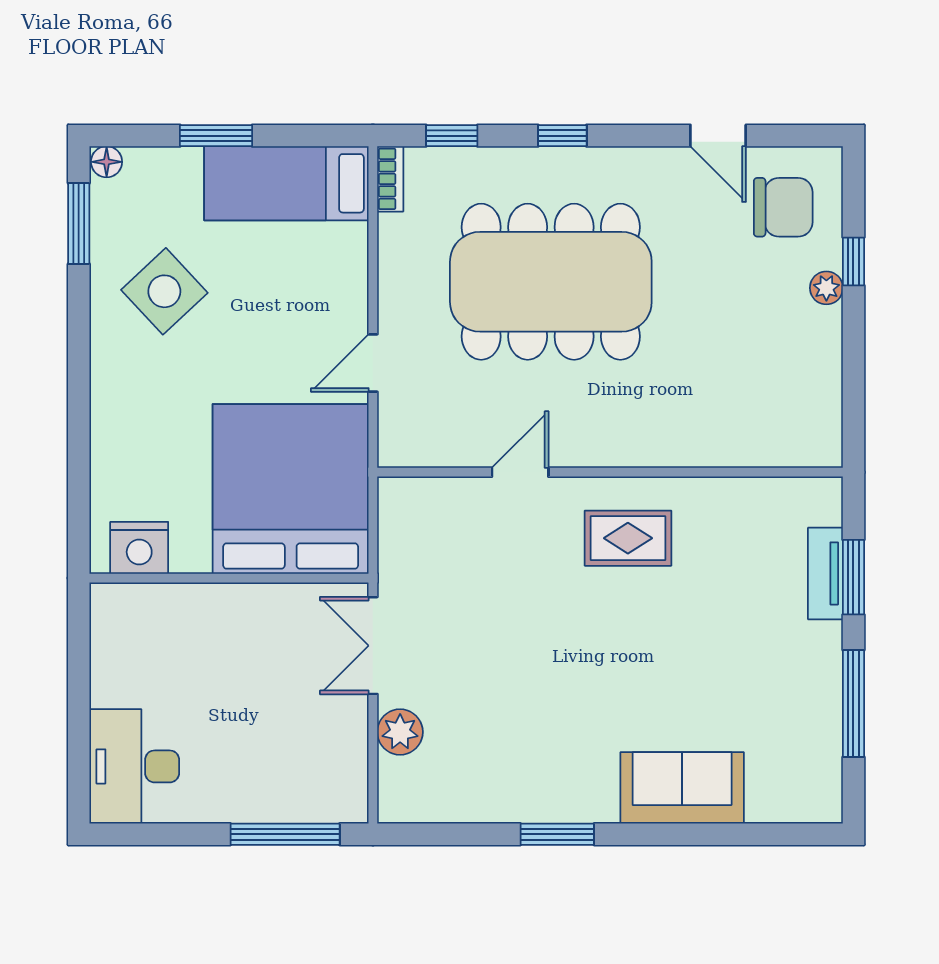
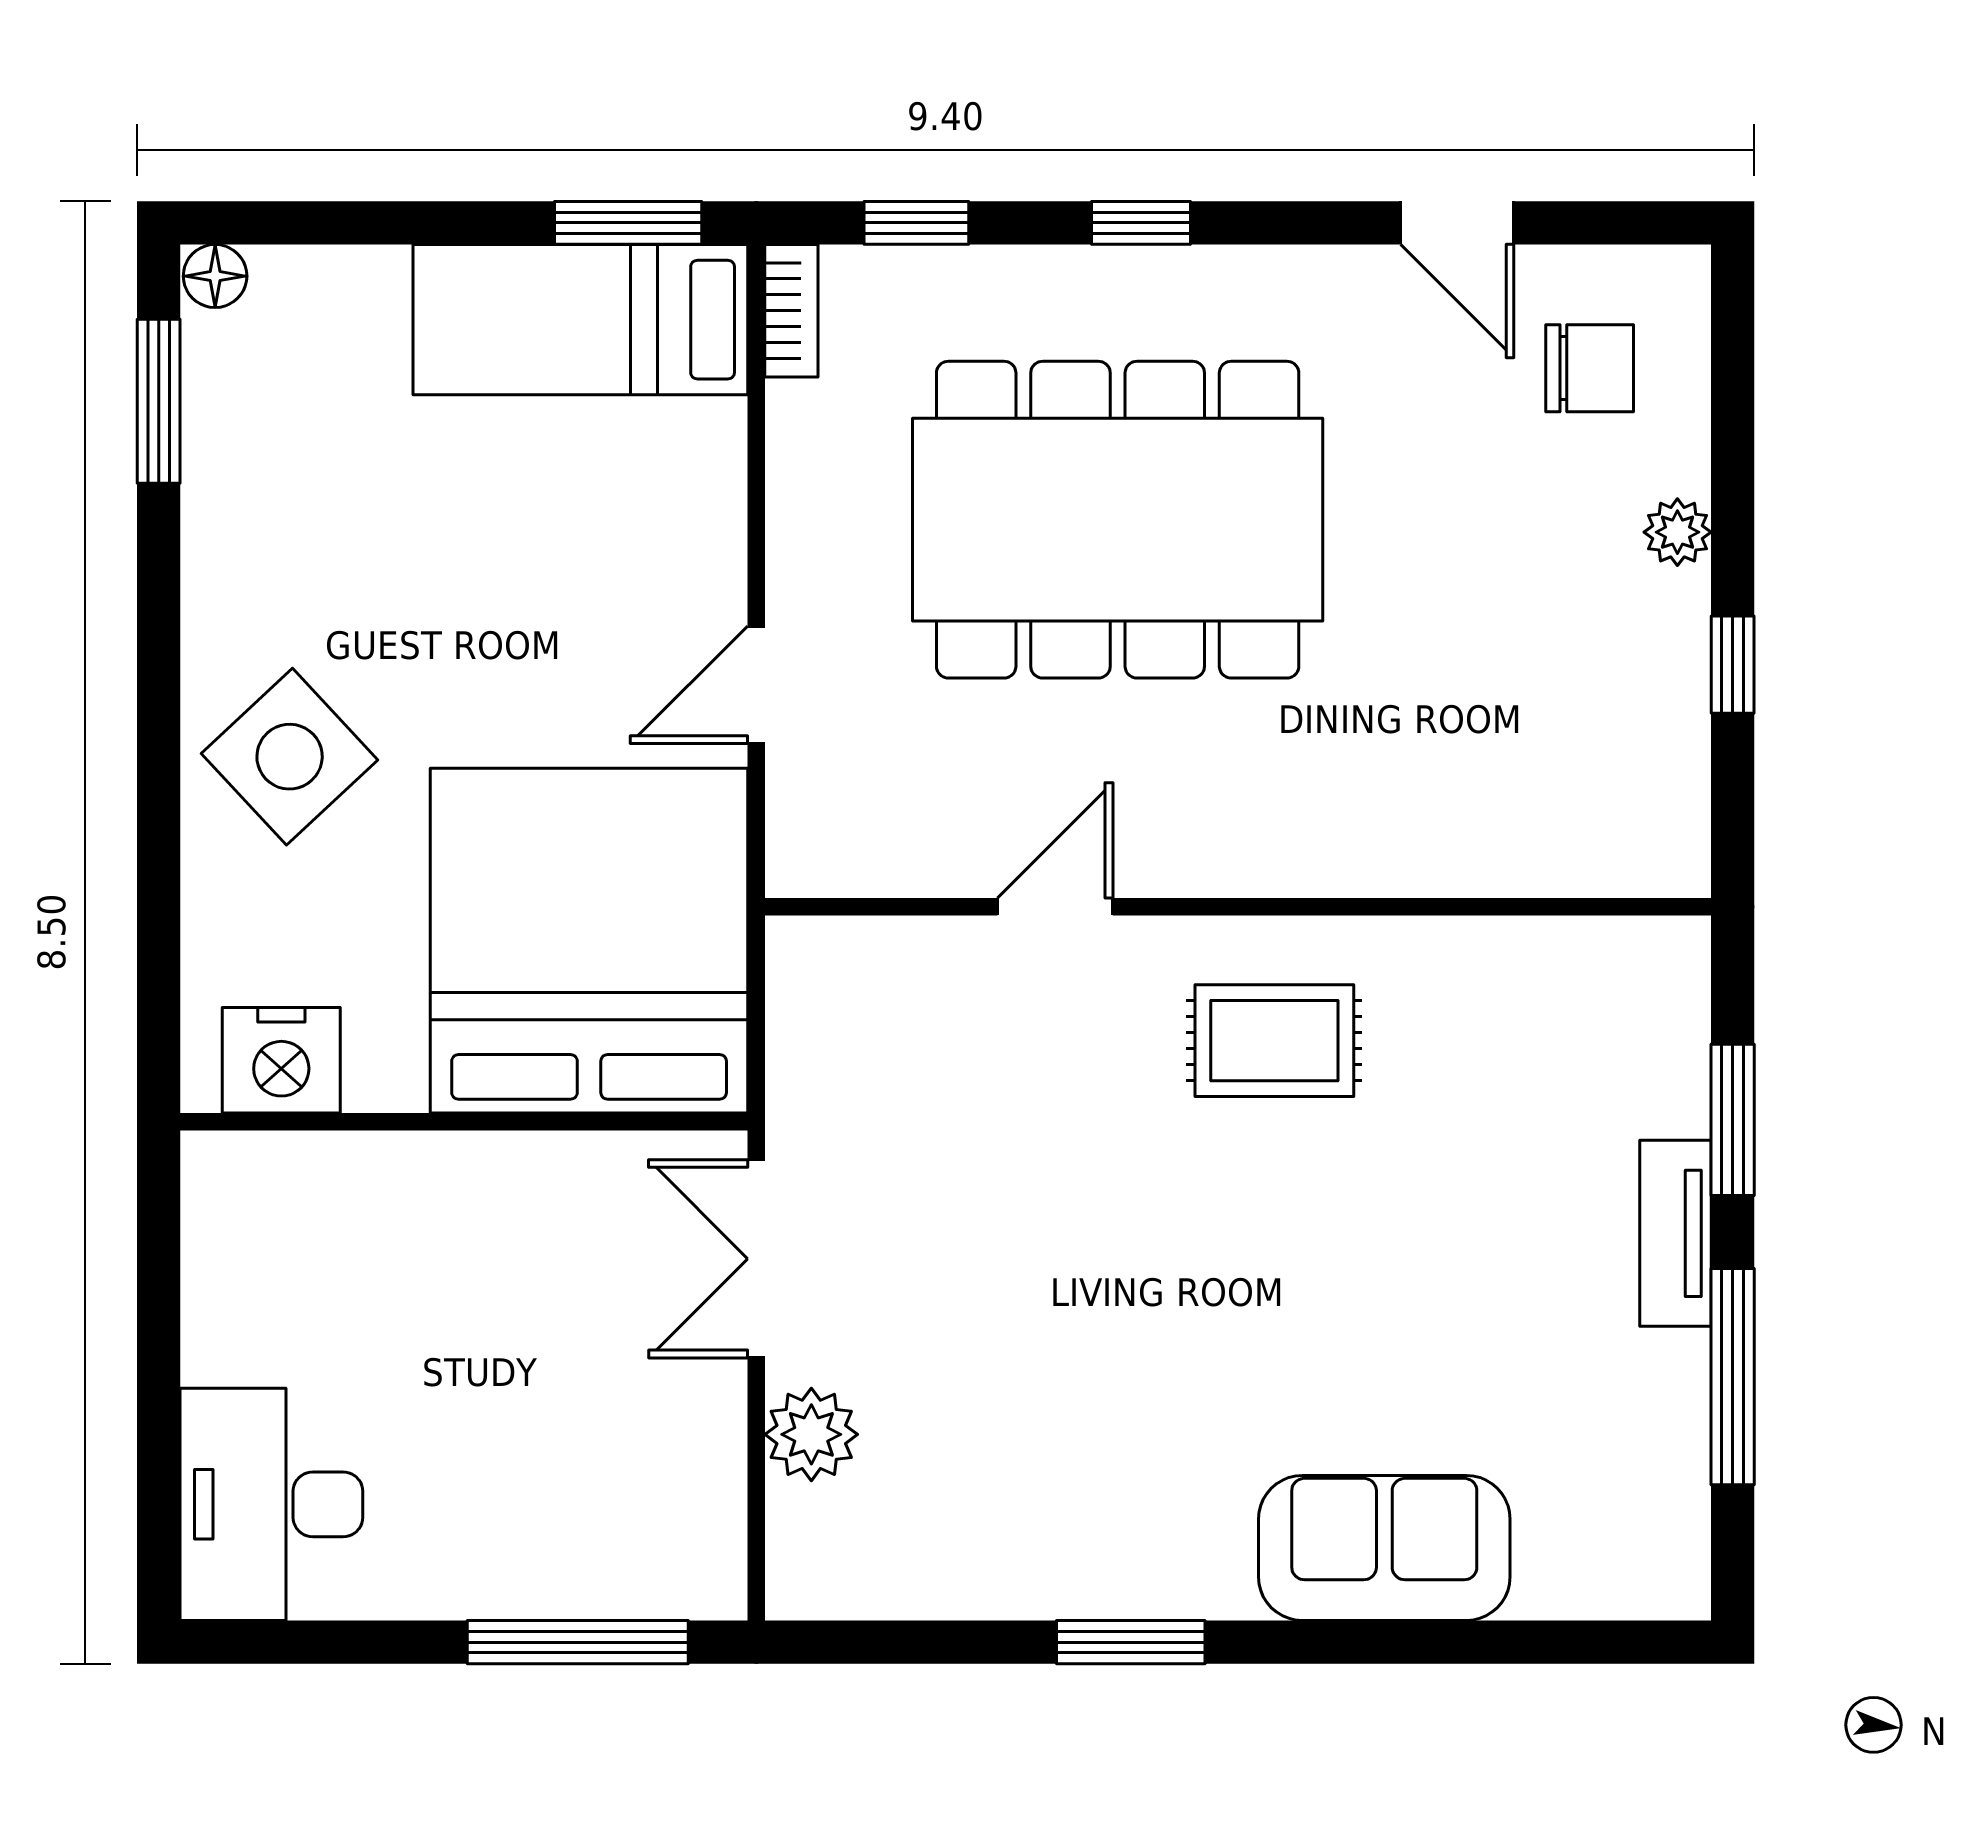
window: (216, 136) -> (628, 223), moved
chair: (783, 207) -> (1590, 368), width x0.73, depth x0.73
window: (853, 261) -> (1733, 665), moved
side table: (164, 291) -> (290, 757), moved
tv unit: (825, 573) -> (1676, 1233), moved

